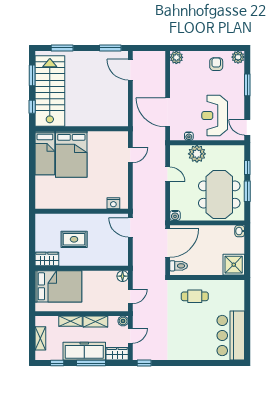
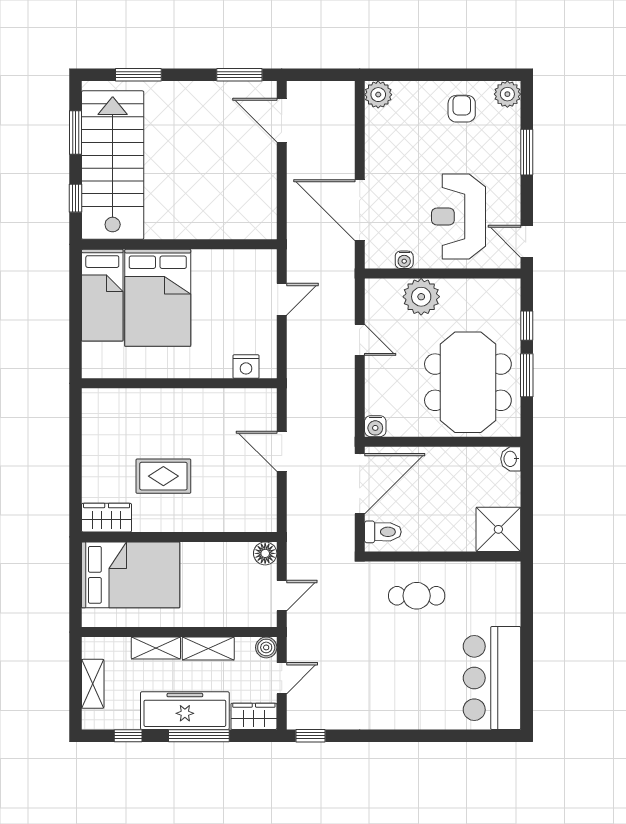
nightstand: (113, 203) -> (246, 367), moved
wall: (82, 211) -> (179, 383), moved

